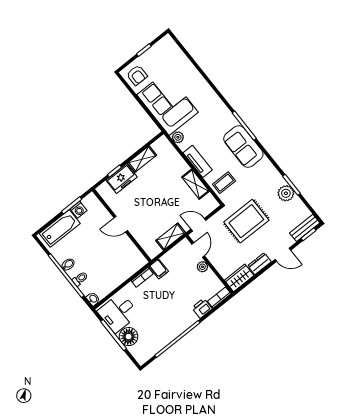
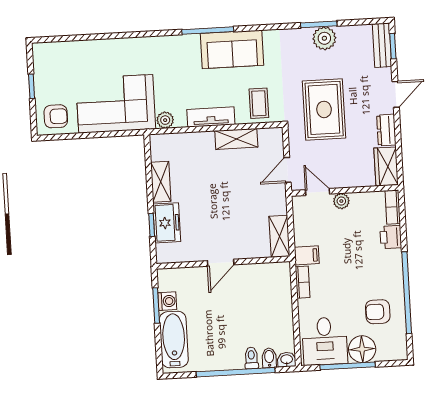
shelving: (171, 237) -> (279, 236), moved
bidet: (68, 265) -> (269, 358), moved
armchair: (155, 330) -> (378, 312), added

